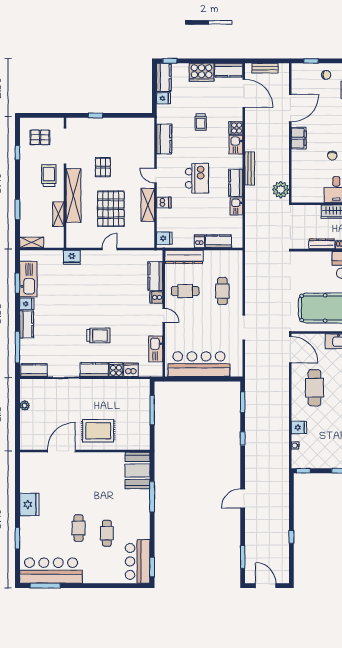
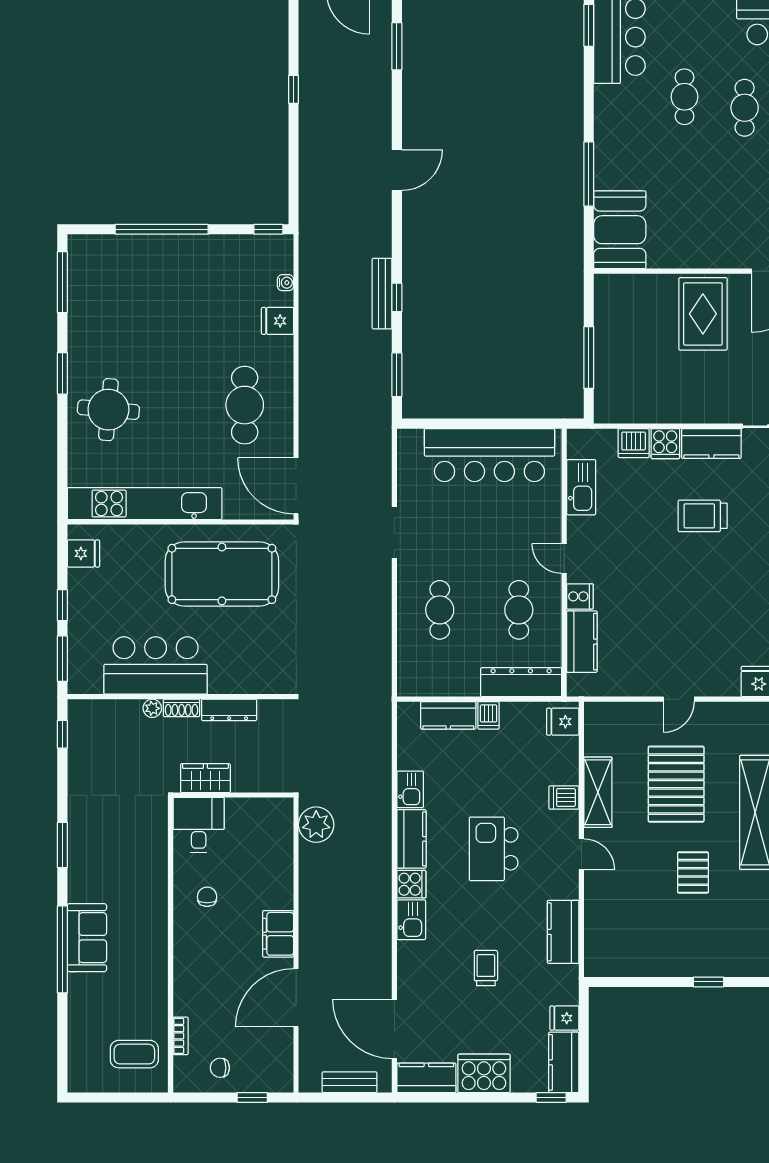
cooker: (236, 128) -> (411, 884), moved
bench: (250, 169) -> (382, 294), moved
cafe table: (185, 291) -> (519, 610), turned 90
rug: (98, 431) -> (703, 314), turned 90

